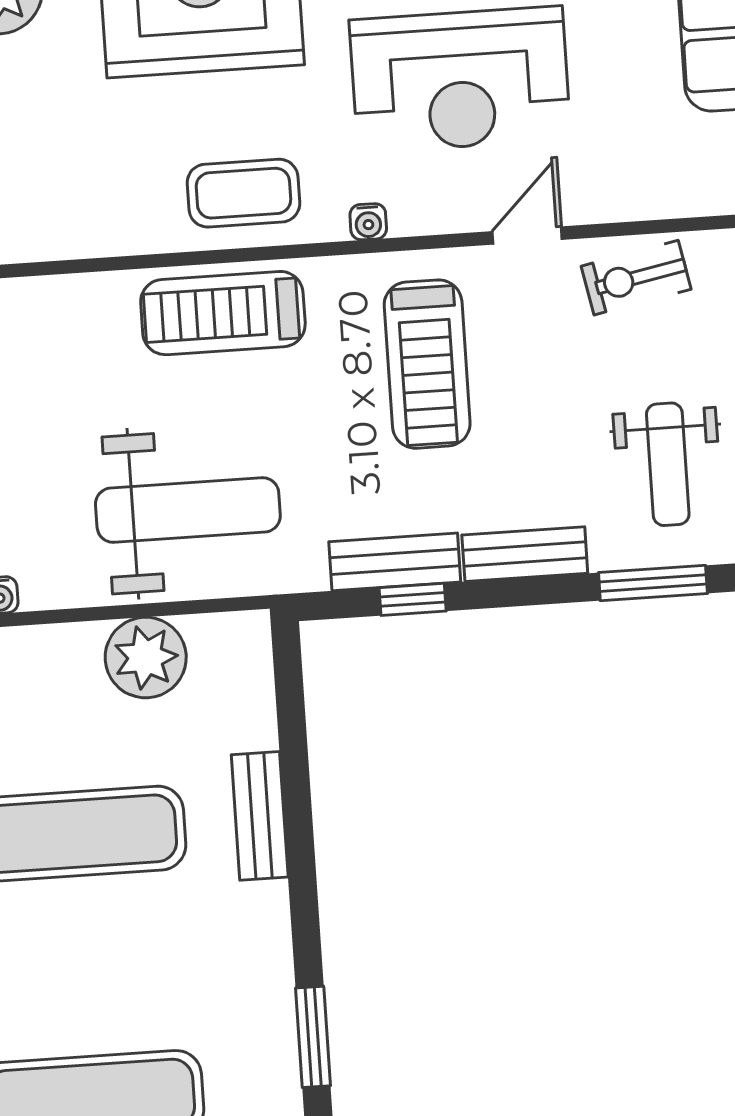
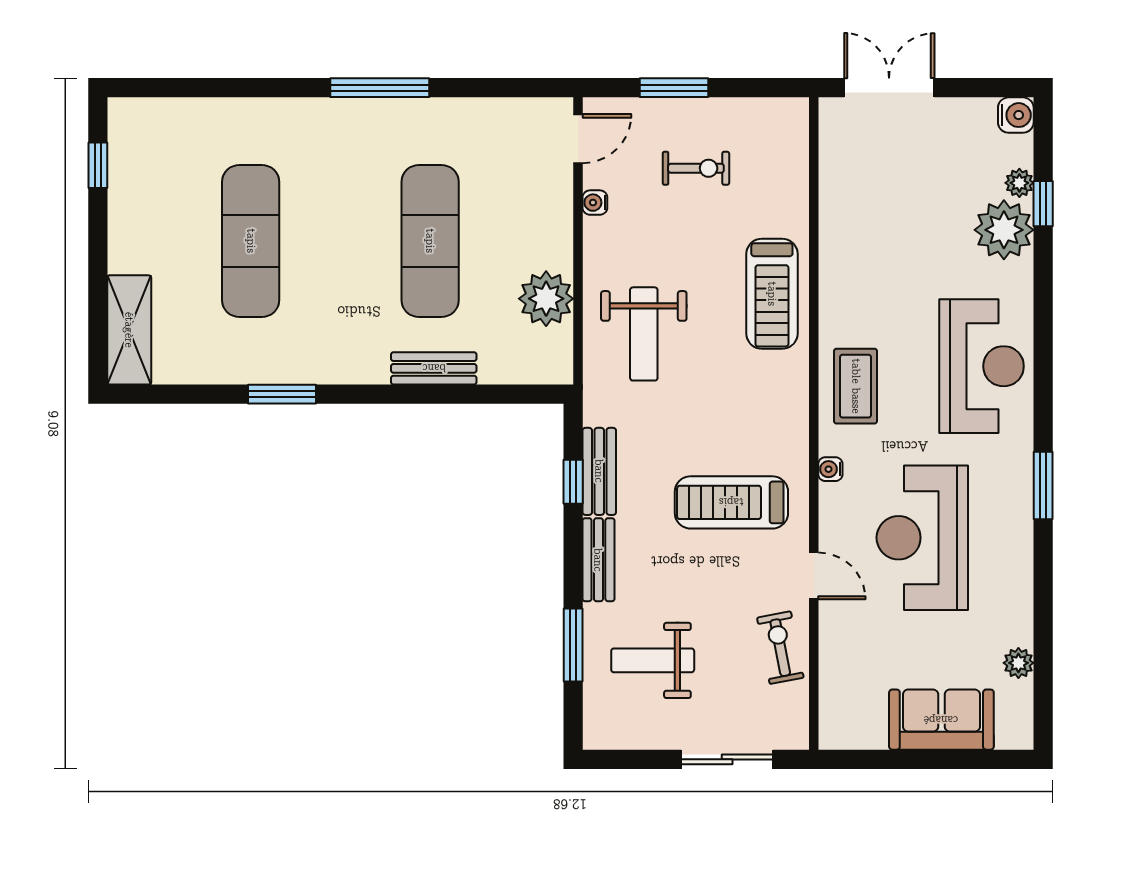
treadmill: (223, 313) -> (772, 294), moved, turned 180
weight bench: (188, 510) -> (644, 334), width x0.73, depth x0.75

